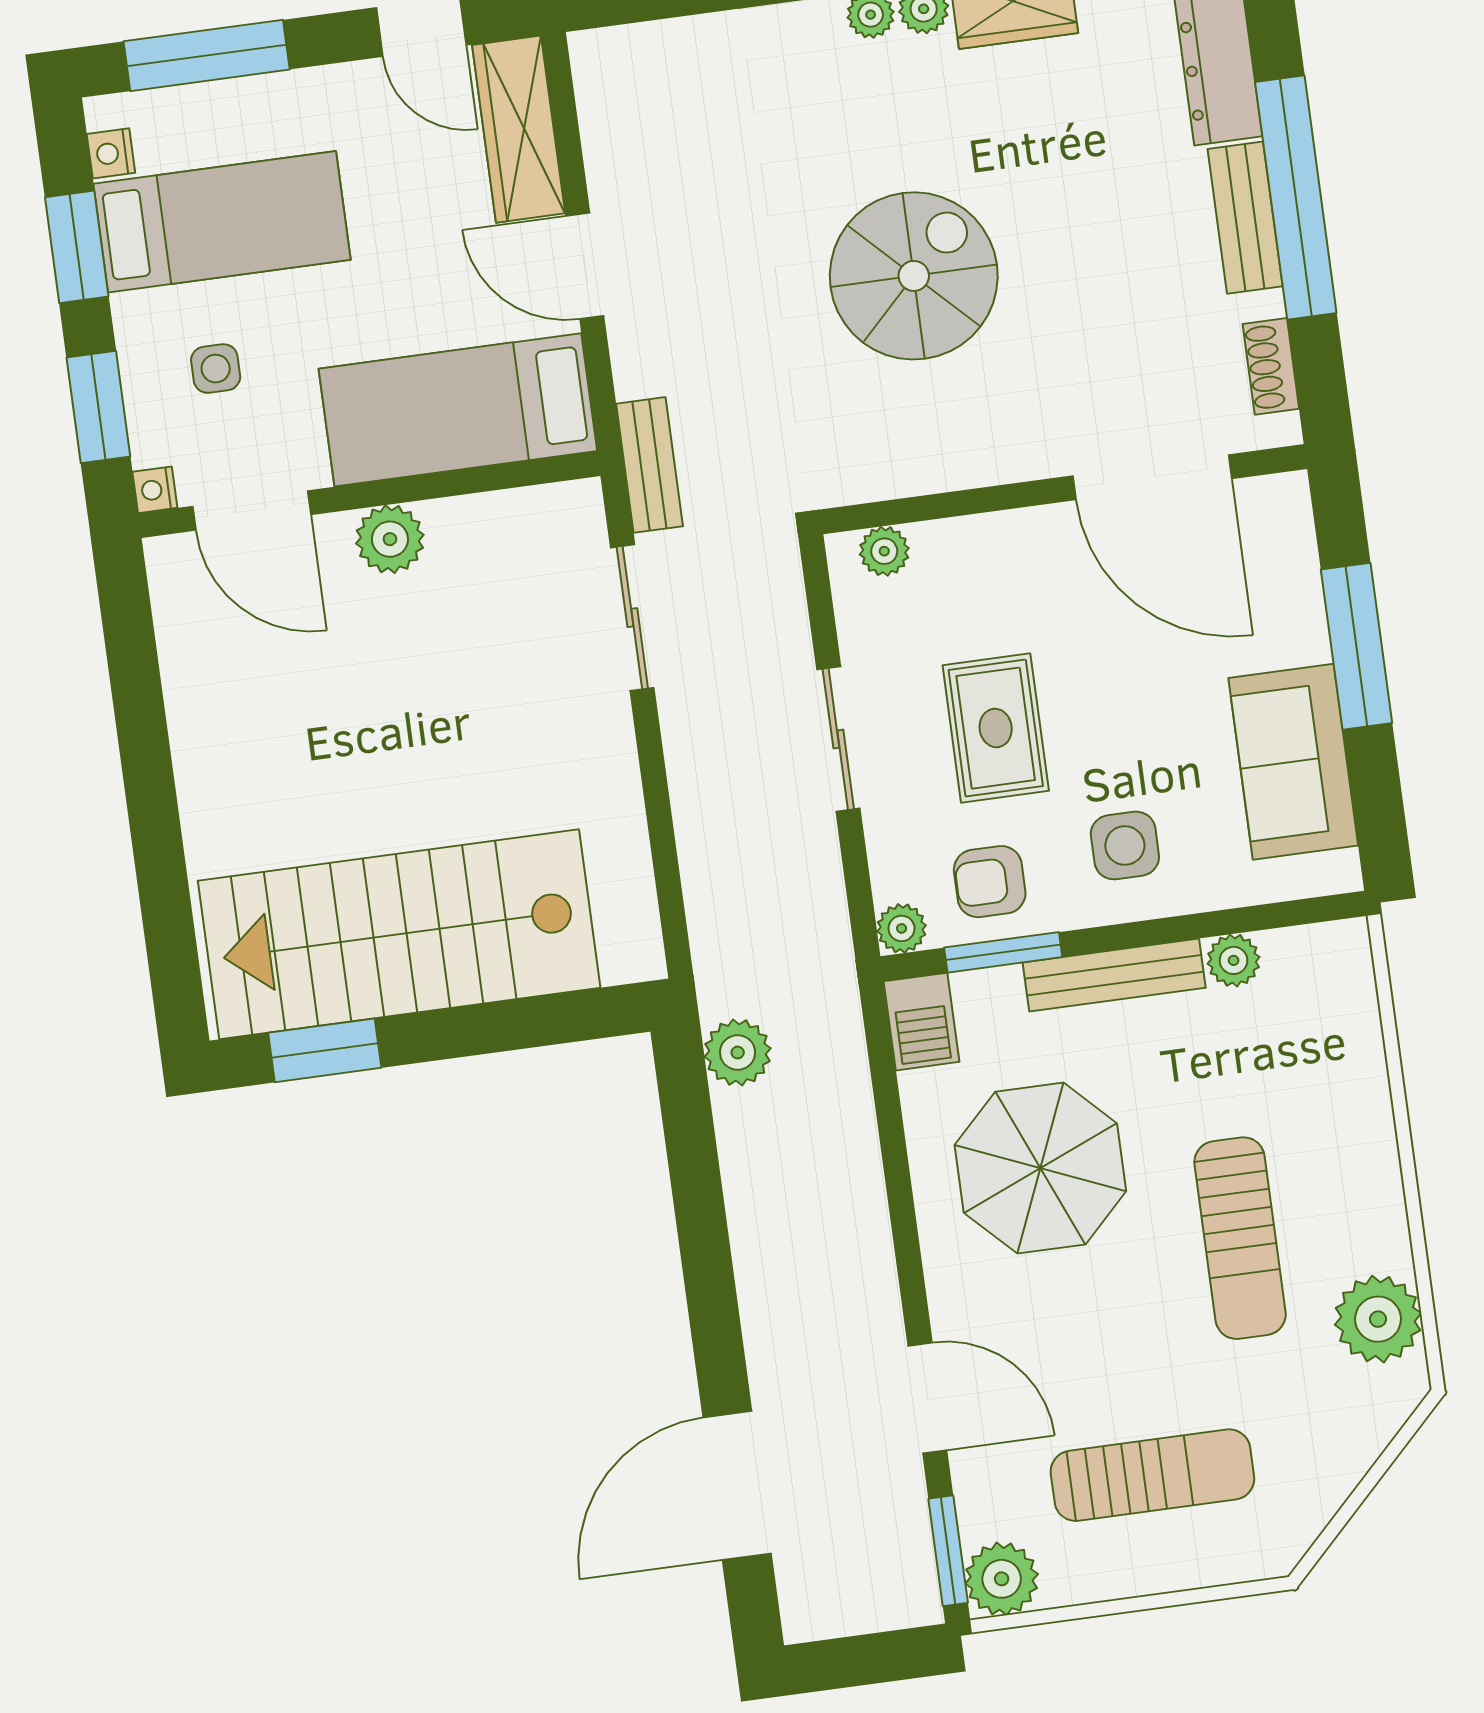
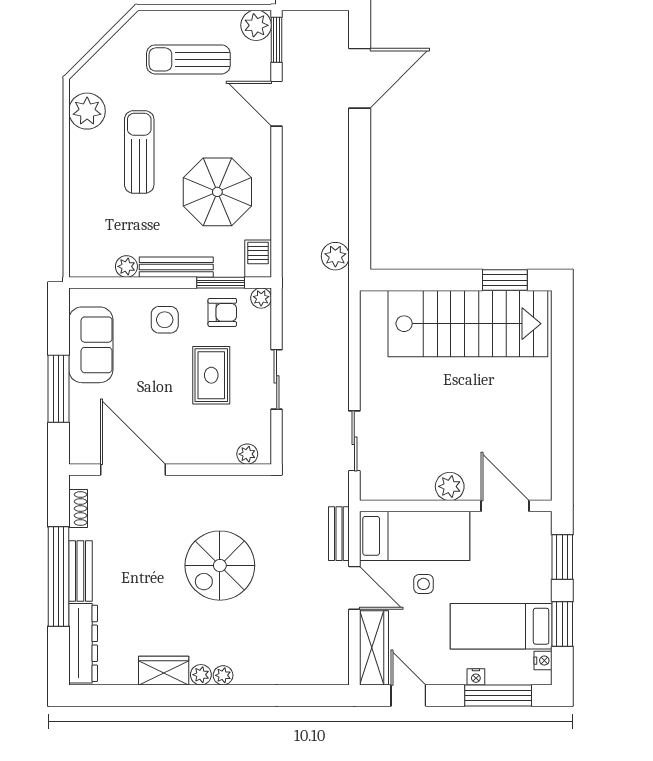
side table: (216, 369) -> (423, 584), moved
bench: (649, 465) -> (339, 534), moved
nightstand: (155, 490) -> (476, 677), moved, turned 90

